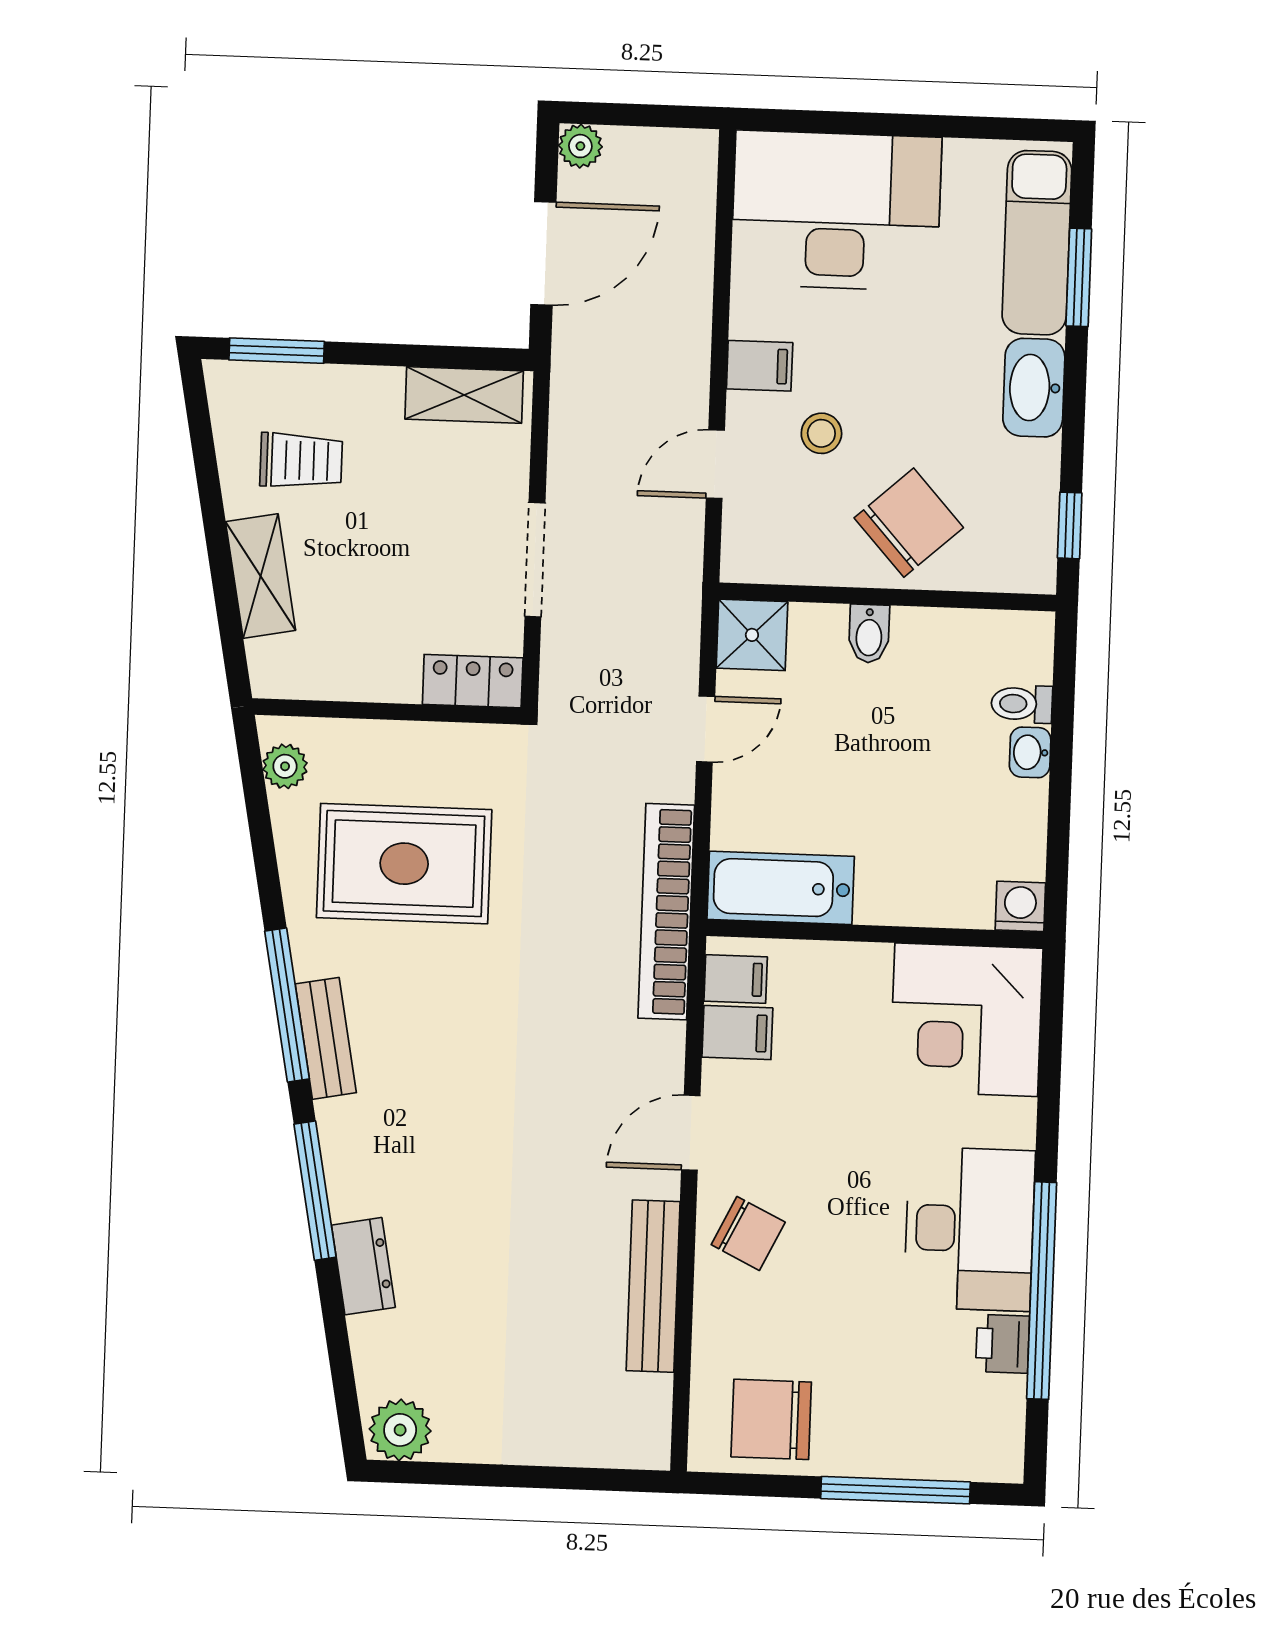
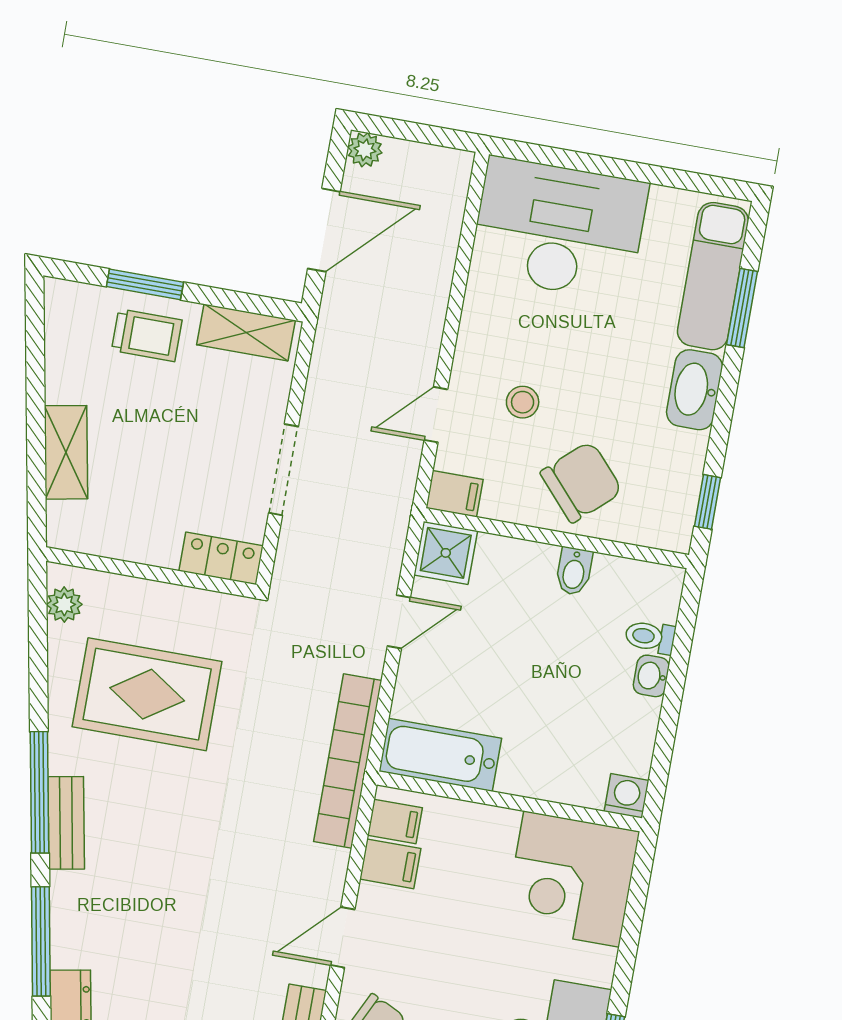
window: (277, 351) -> (145, 284), moved
filing cabinet: (760, 366) -> (454, 494), moved
trolley: (301, 460) -> (147, 335), moved
bidet: (869, 634) -> (574, 571), moved

